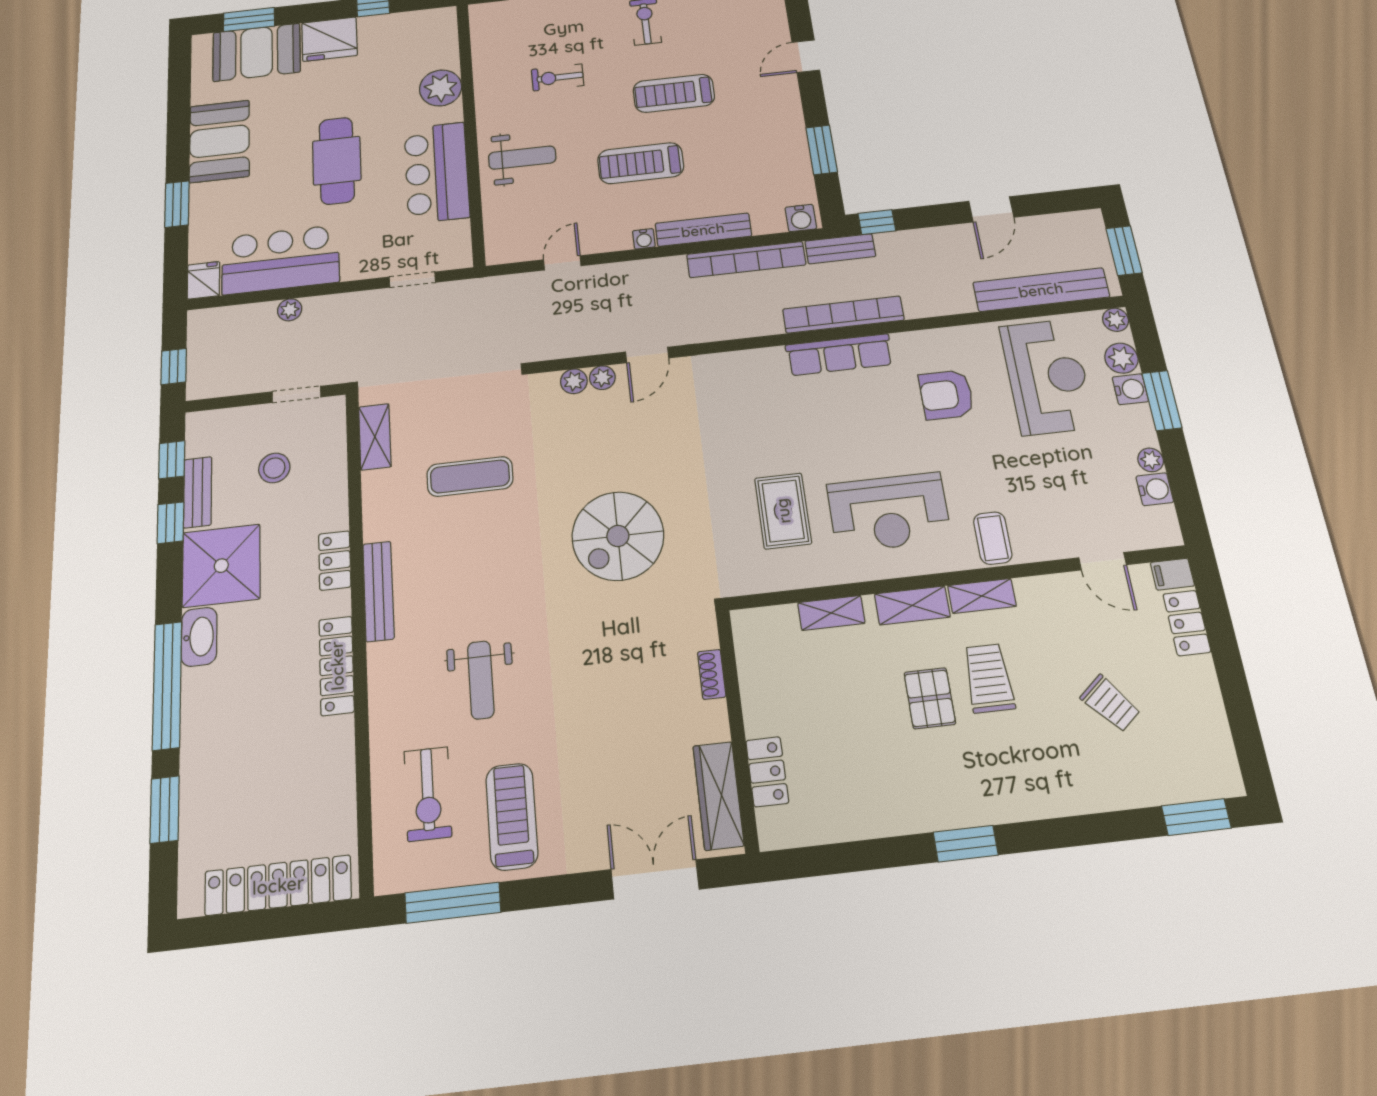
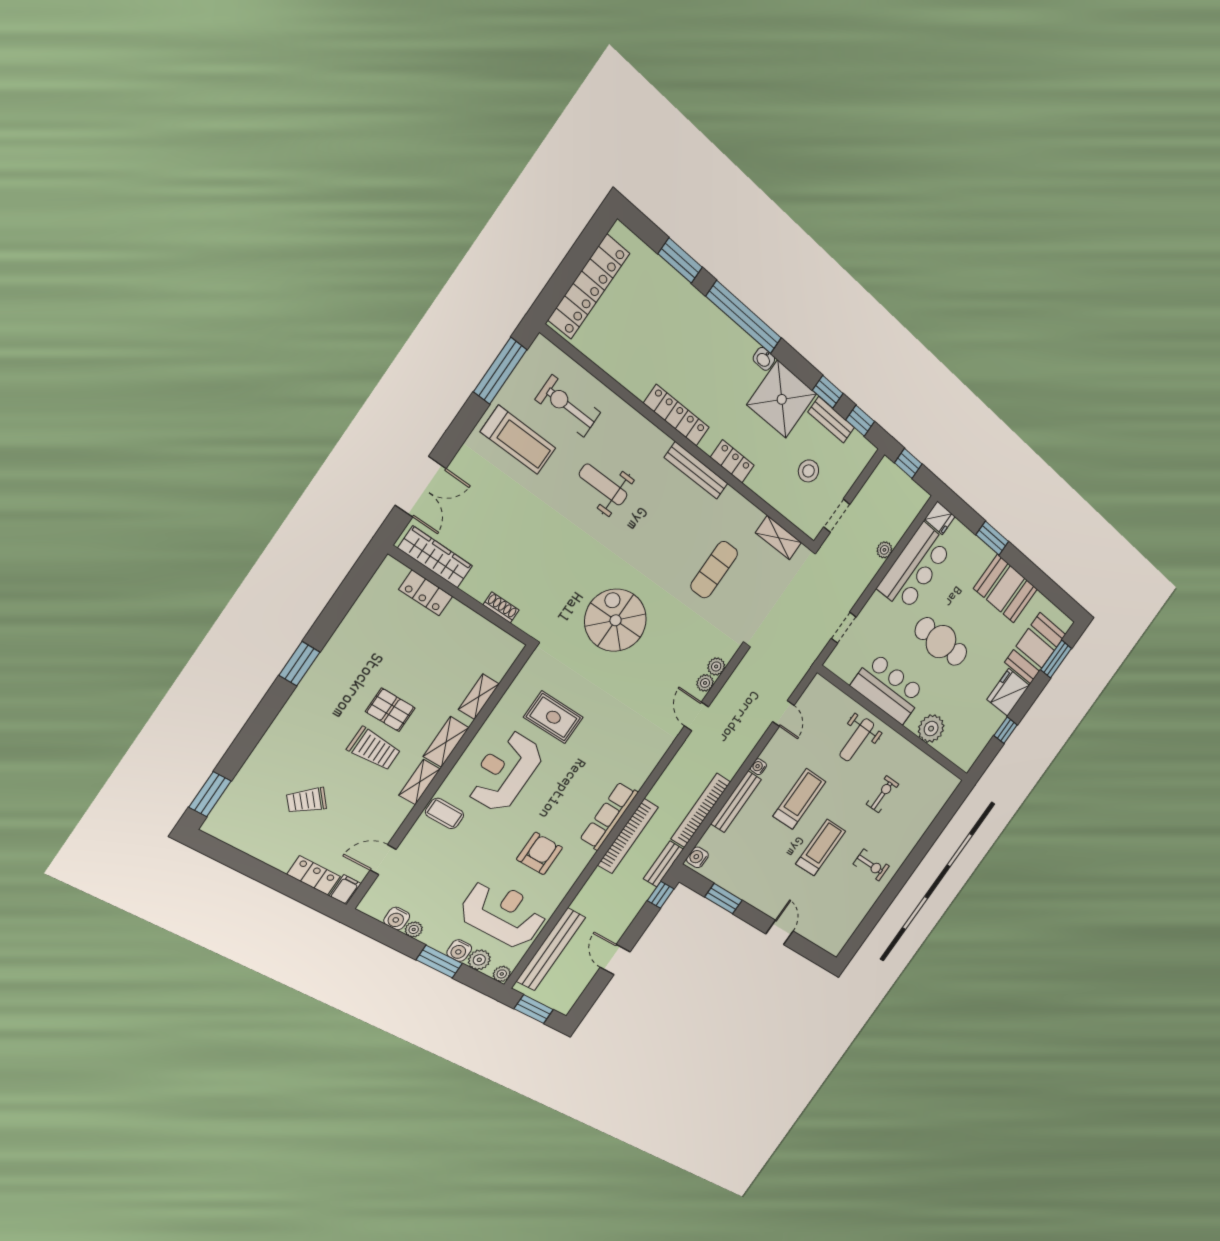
reception desk: (1047, 377) -> (503, 913), turned 180
washbasin: (199, 637) -> (764, 359), width x0.52, depth x0.69

